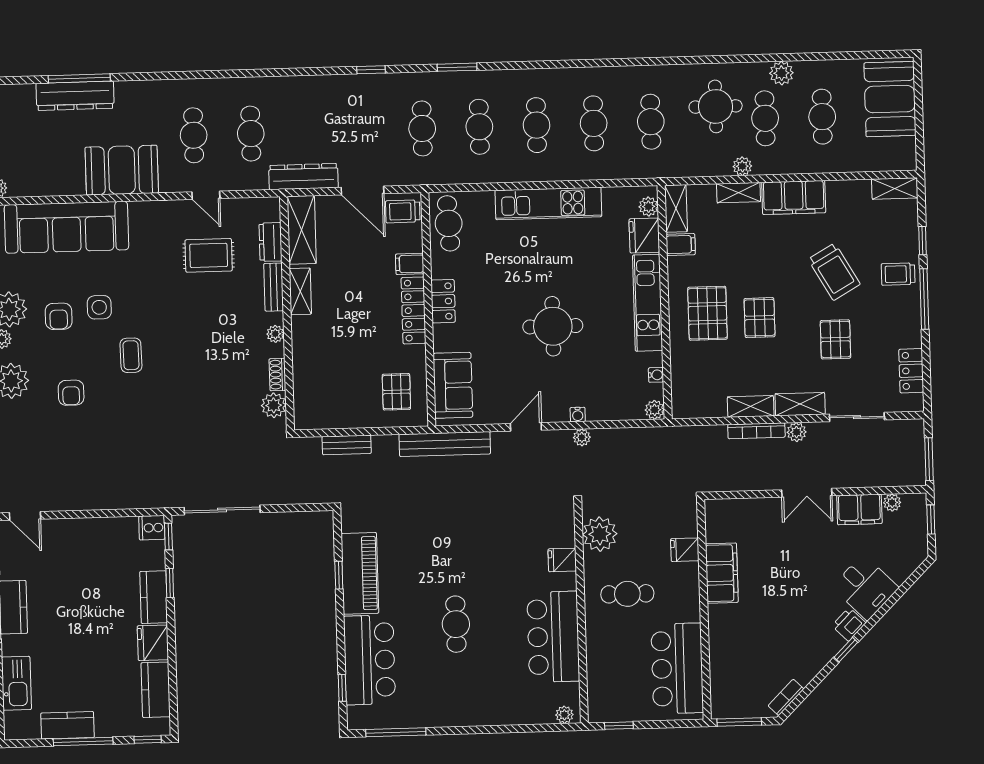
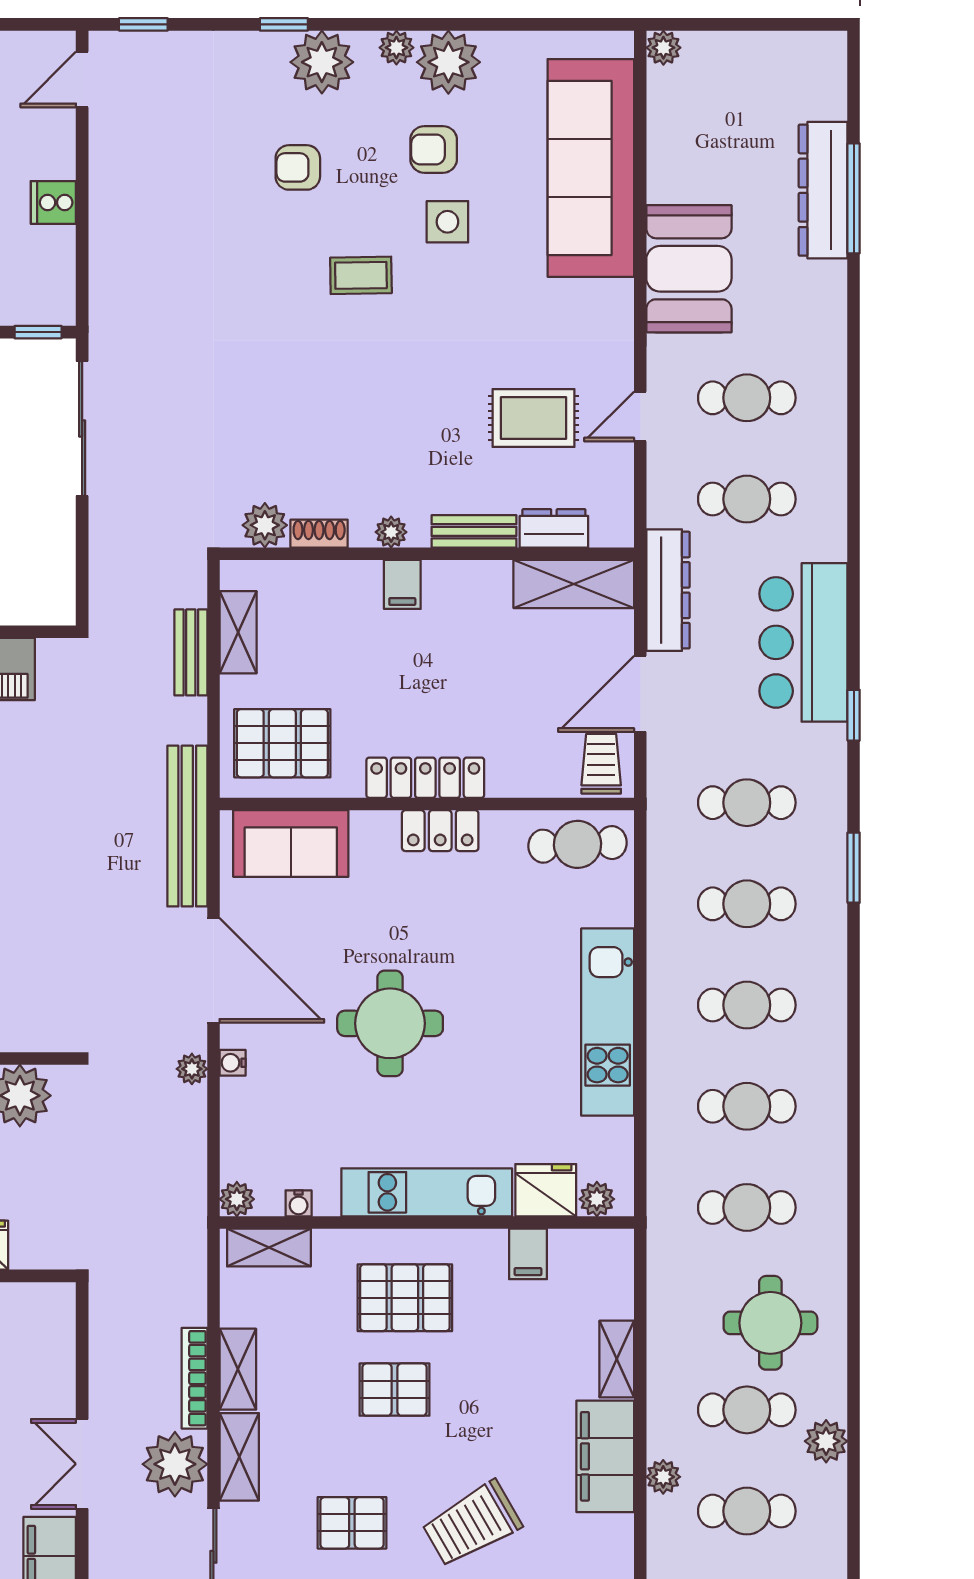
bar counter: (331, 99) -> (803, 642), added
plant: (742, 166) -> (663, 1477), moved
shelving: (676, 208) -> (269, 1248), moved
rug: (209, 255) -> (534, 418), turned 90
filing cabinet: (410, 264) -> (402, 584), moved, turned 180
shelving: (300, 291) -> (238, 632), moved, turned 90
pallet: (396, 392) -> (282, 743), width x1.50, depth x1.42
door: (526, 427) -> (213, 970), width x1.88
plant: (797, 432) -> (175, 1464), width x1.88, depth x1.88
cooker: (152, 528) -> (53, 202), moved, turned -90

